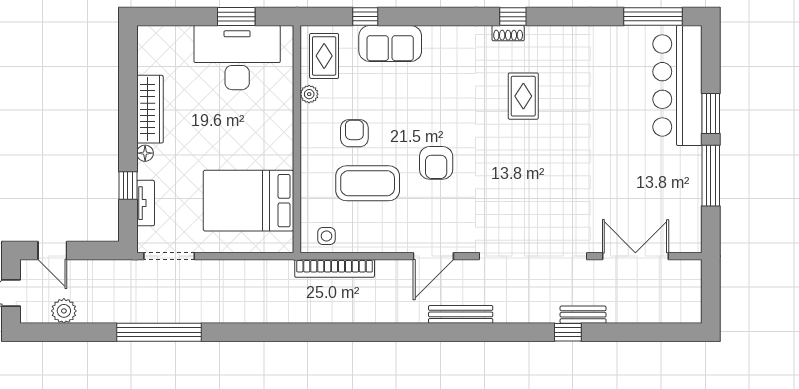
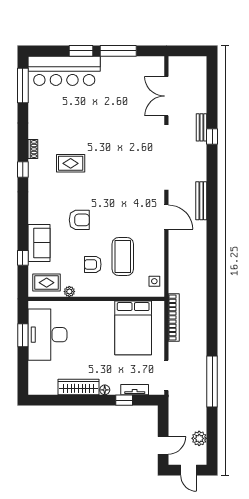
shoe rack: (508, 33) -> (33, 149), moved
armchair: (436, 163) -> (79, 220), moved
bookcase: (335, 268) -> (174, 317), moved

